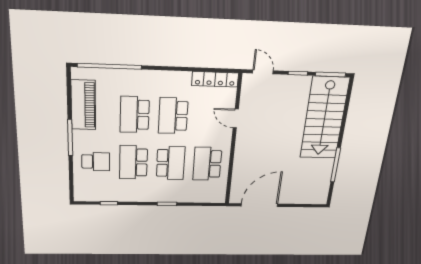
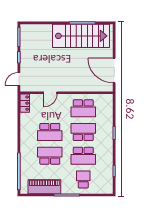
locker: (215, 79) -> (25, 103), width x0.66
school desk: (135, 115) -> (50, 156), turned 180
stairs: (324, 118) -> (81, 36), moved

